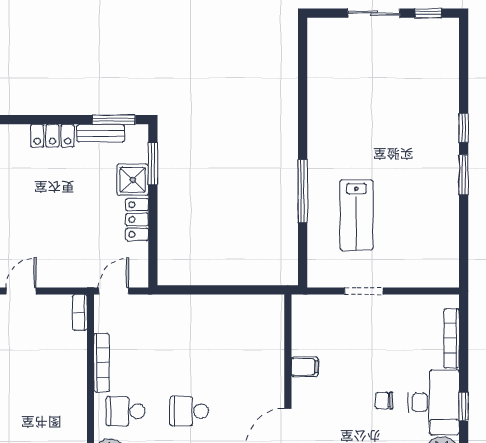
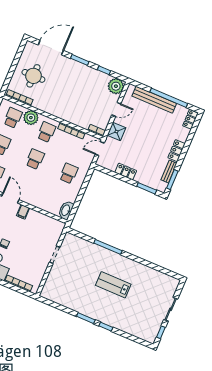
shower: (133, 180) -> (116, 132), moved
lab bench: (356, 215) -> (113, 285), moved
door: (21, 291) -> (116, 109), hinge flipped
door: (114, 291) -> (100, 149), swing flipped
washbasin: (265, 306) -> (66, 210), added
school desk: (189, 332) -> (69, 173), added
filing cabinet: (305, 367) -> (23, 212), moved

